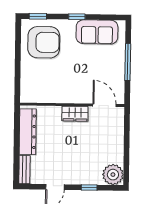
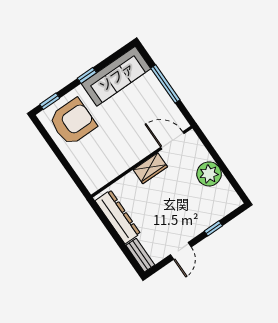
sofa: (97, 32) -> (116, 76), width x1.36
plant: (113, 175) -> (209, 174), moved

